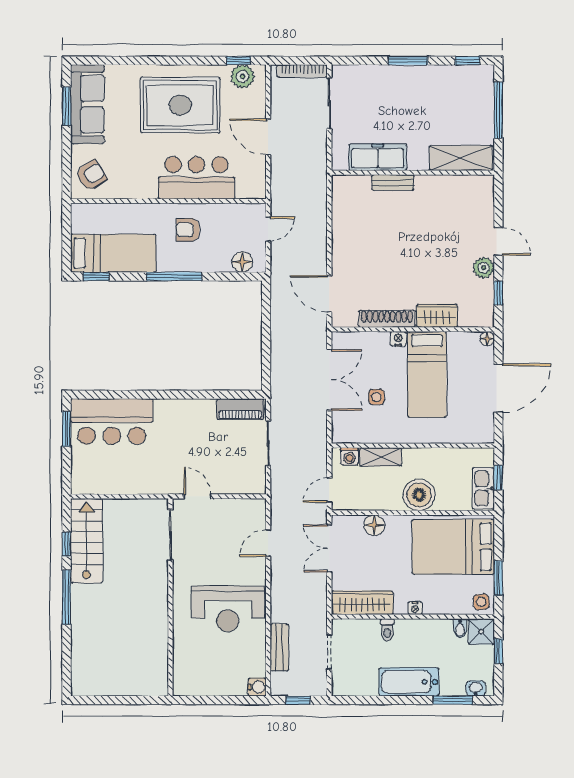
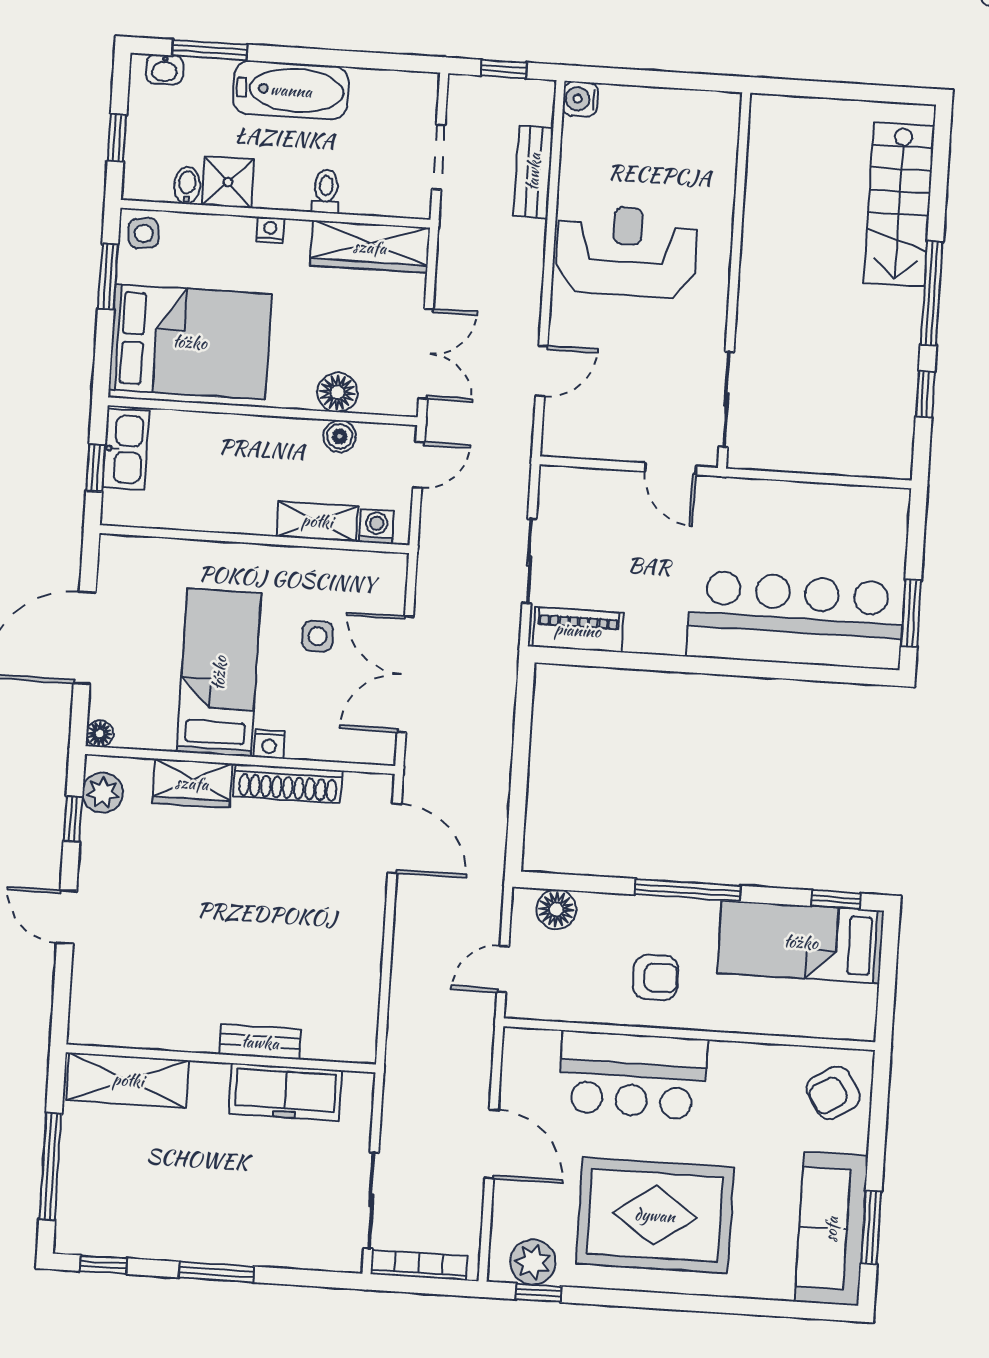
plant: (484, 268) -> (103, 793), moved
bar counter: (112, 422) -> (796, 620), width x1.36
boiler: (419, 495) -> (340, 436), moved, width x0.54, depth x0.54
stairs: (87, 541) -> (899, 205), moved
shower: (481, 632) -> (228, 182), moved

